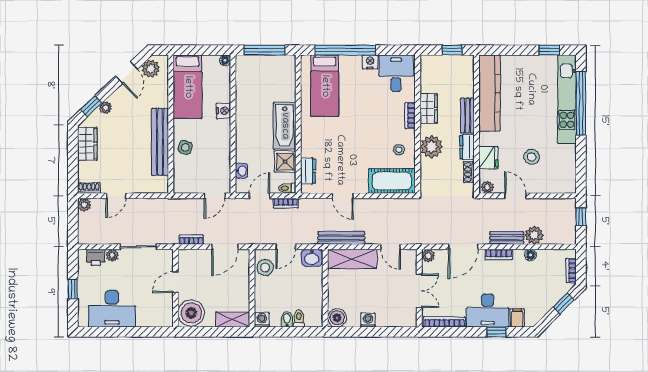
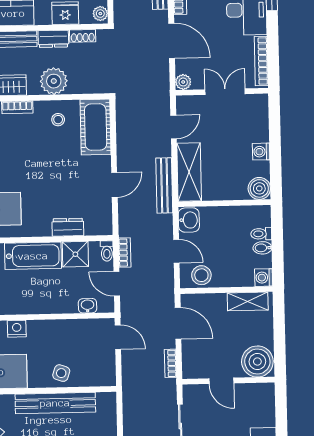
dresser: (308, 171) -> (68, 227), moved
shelving: (233, 320) -> (248, 301), moved, turned 90

